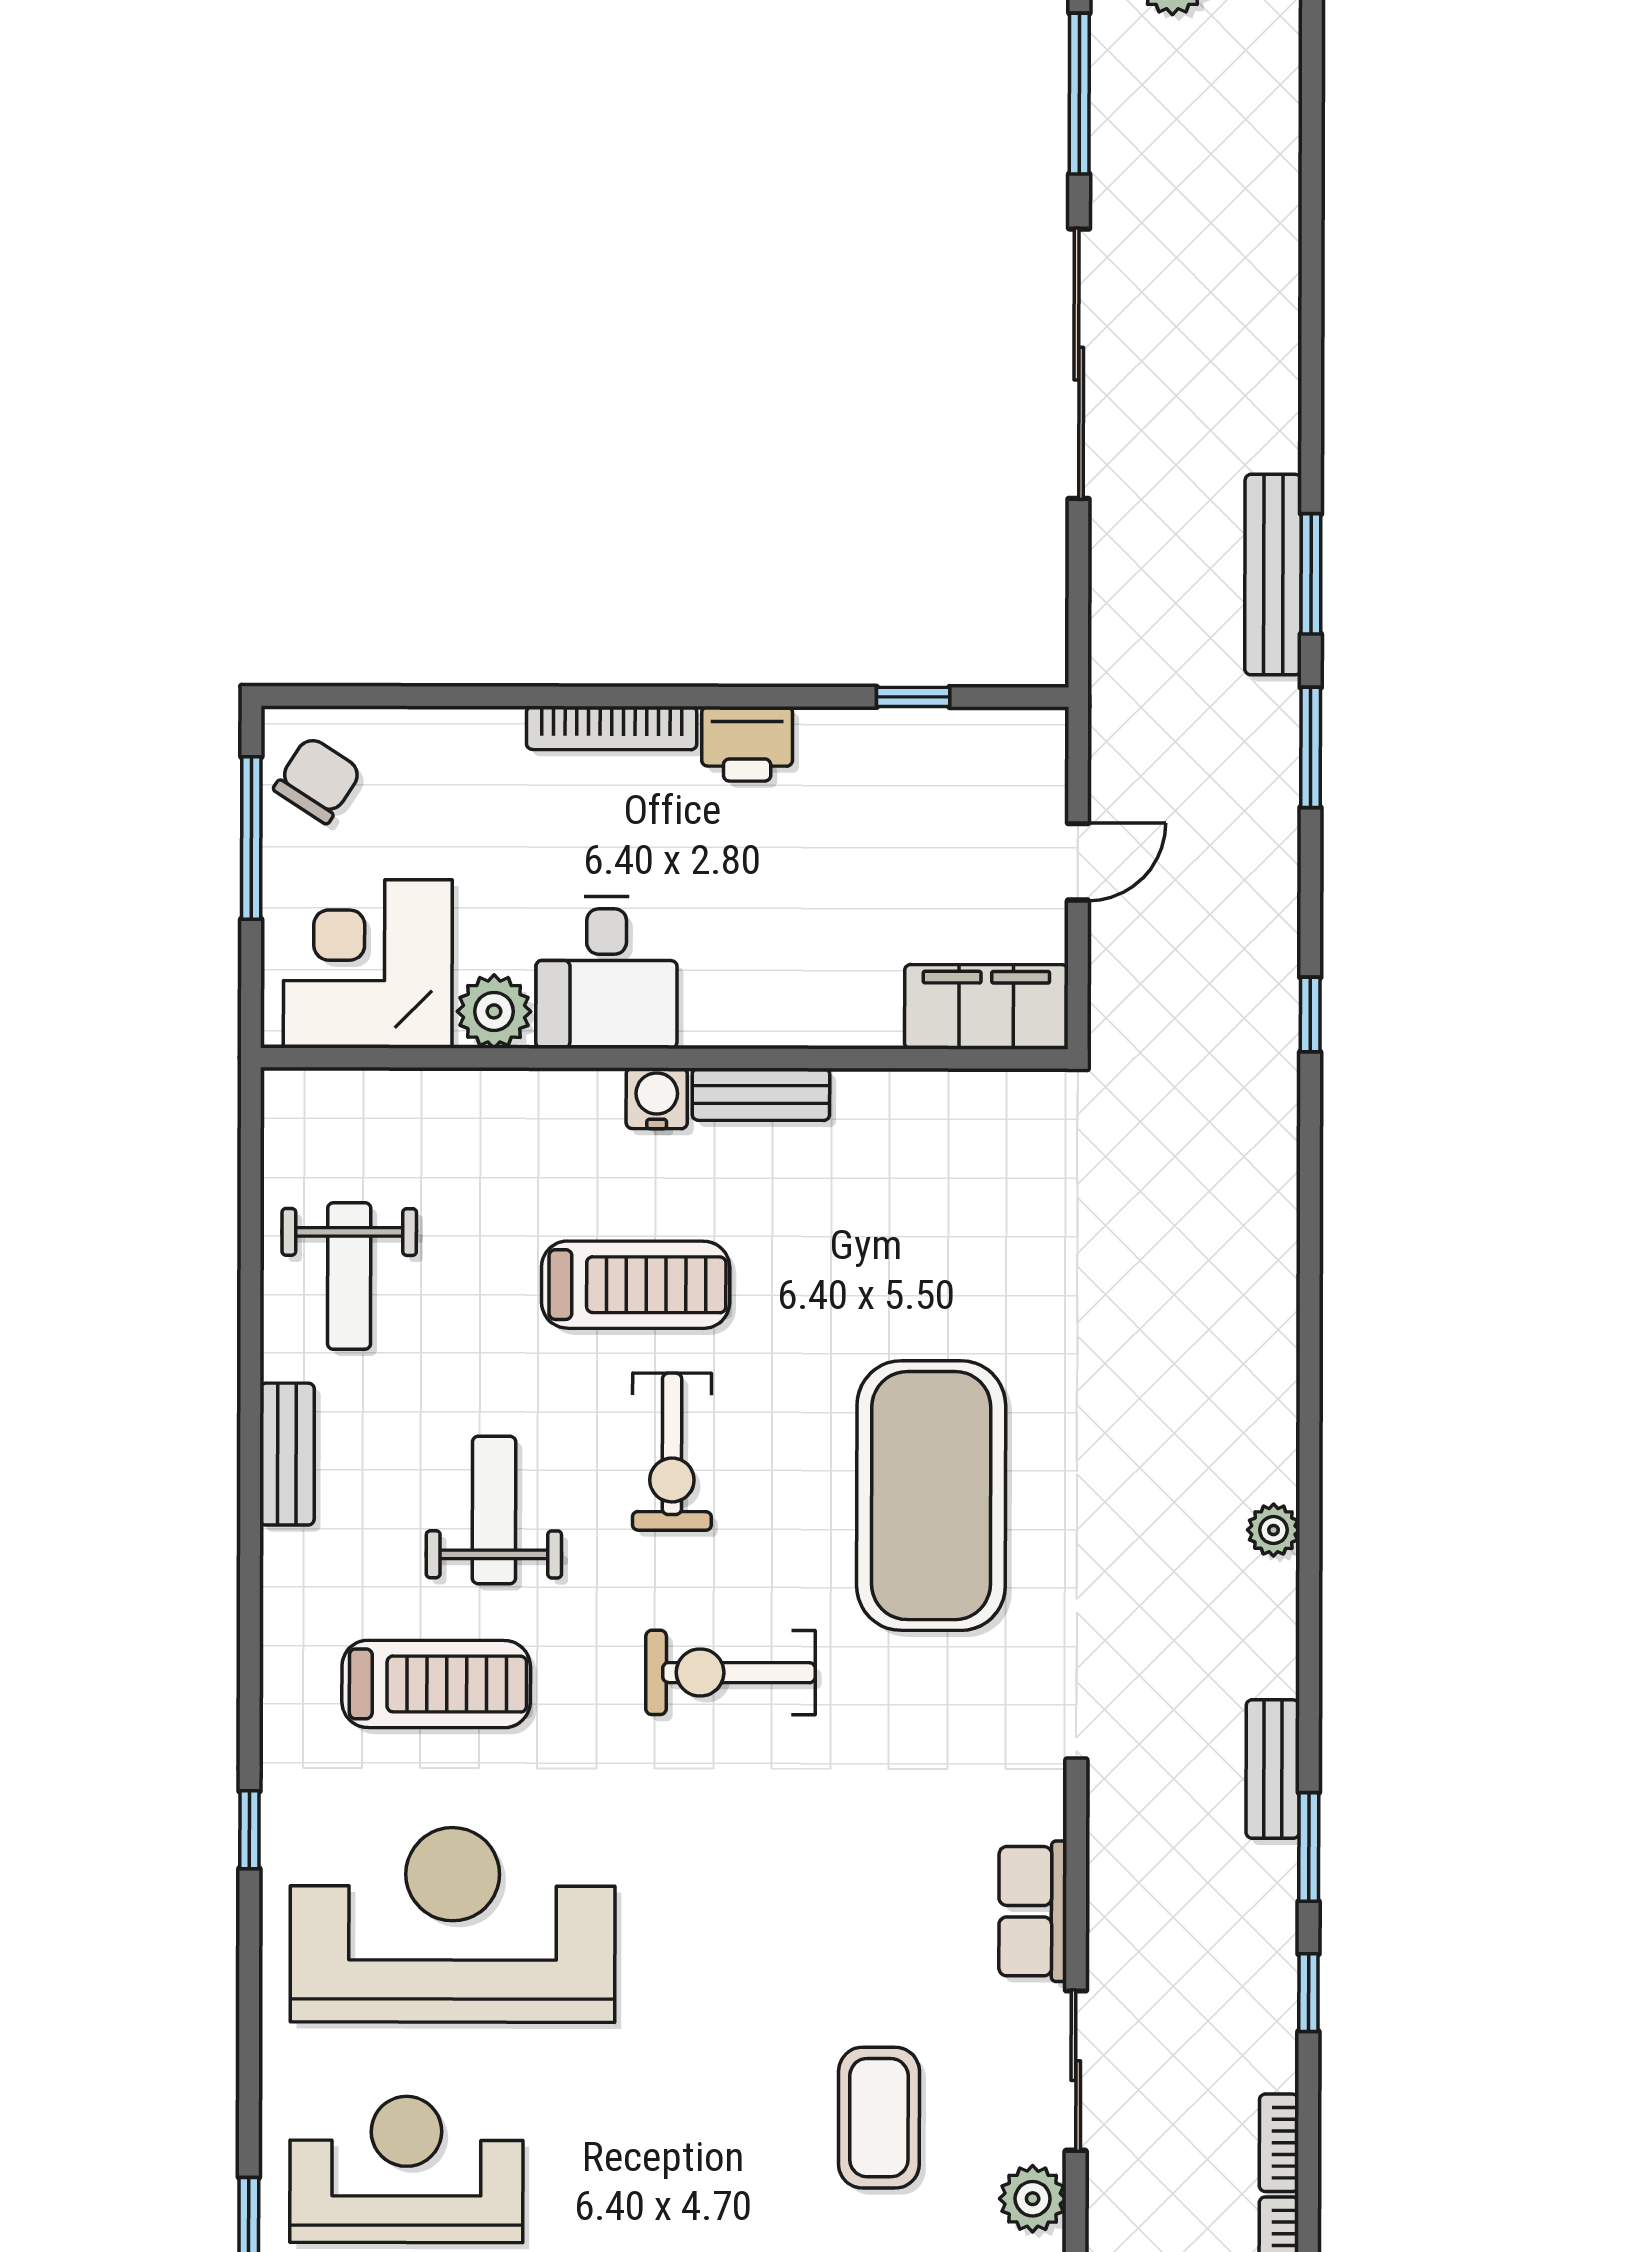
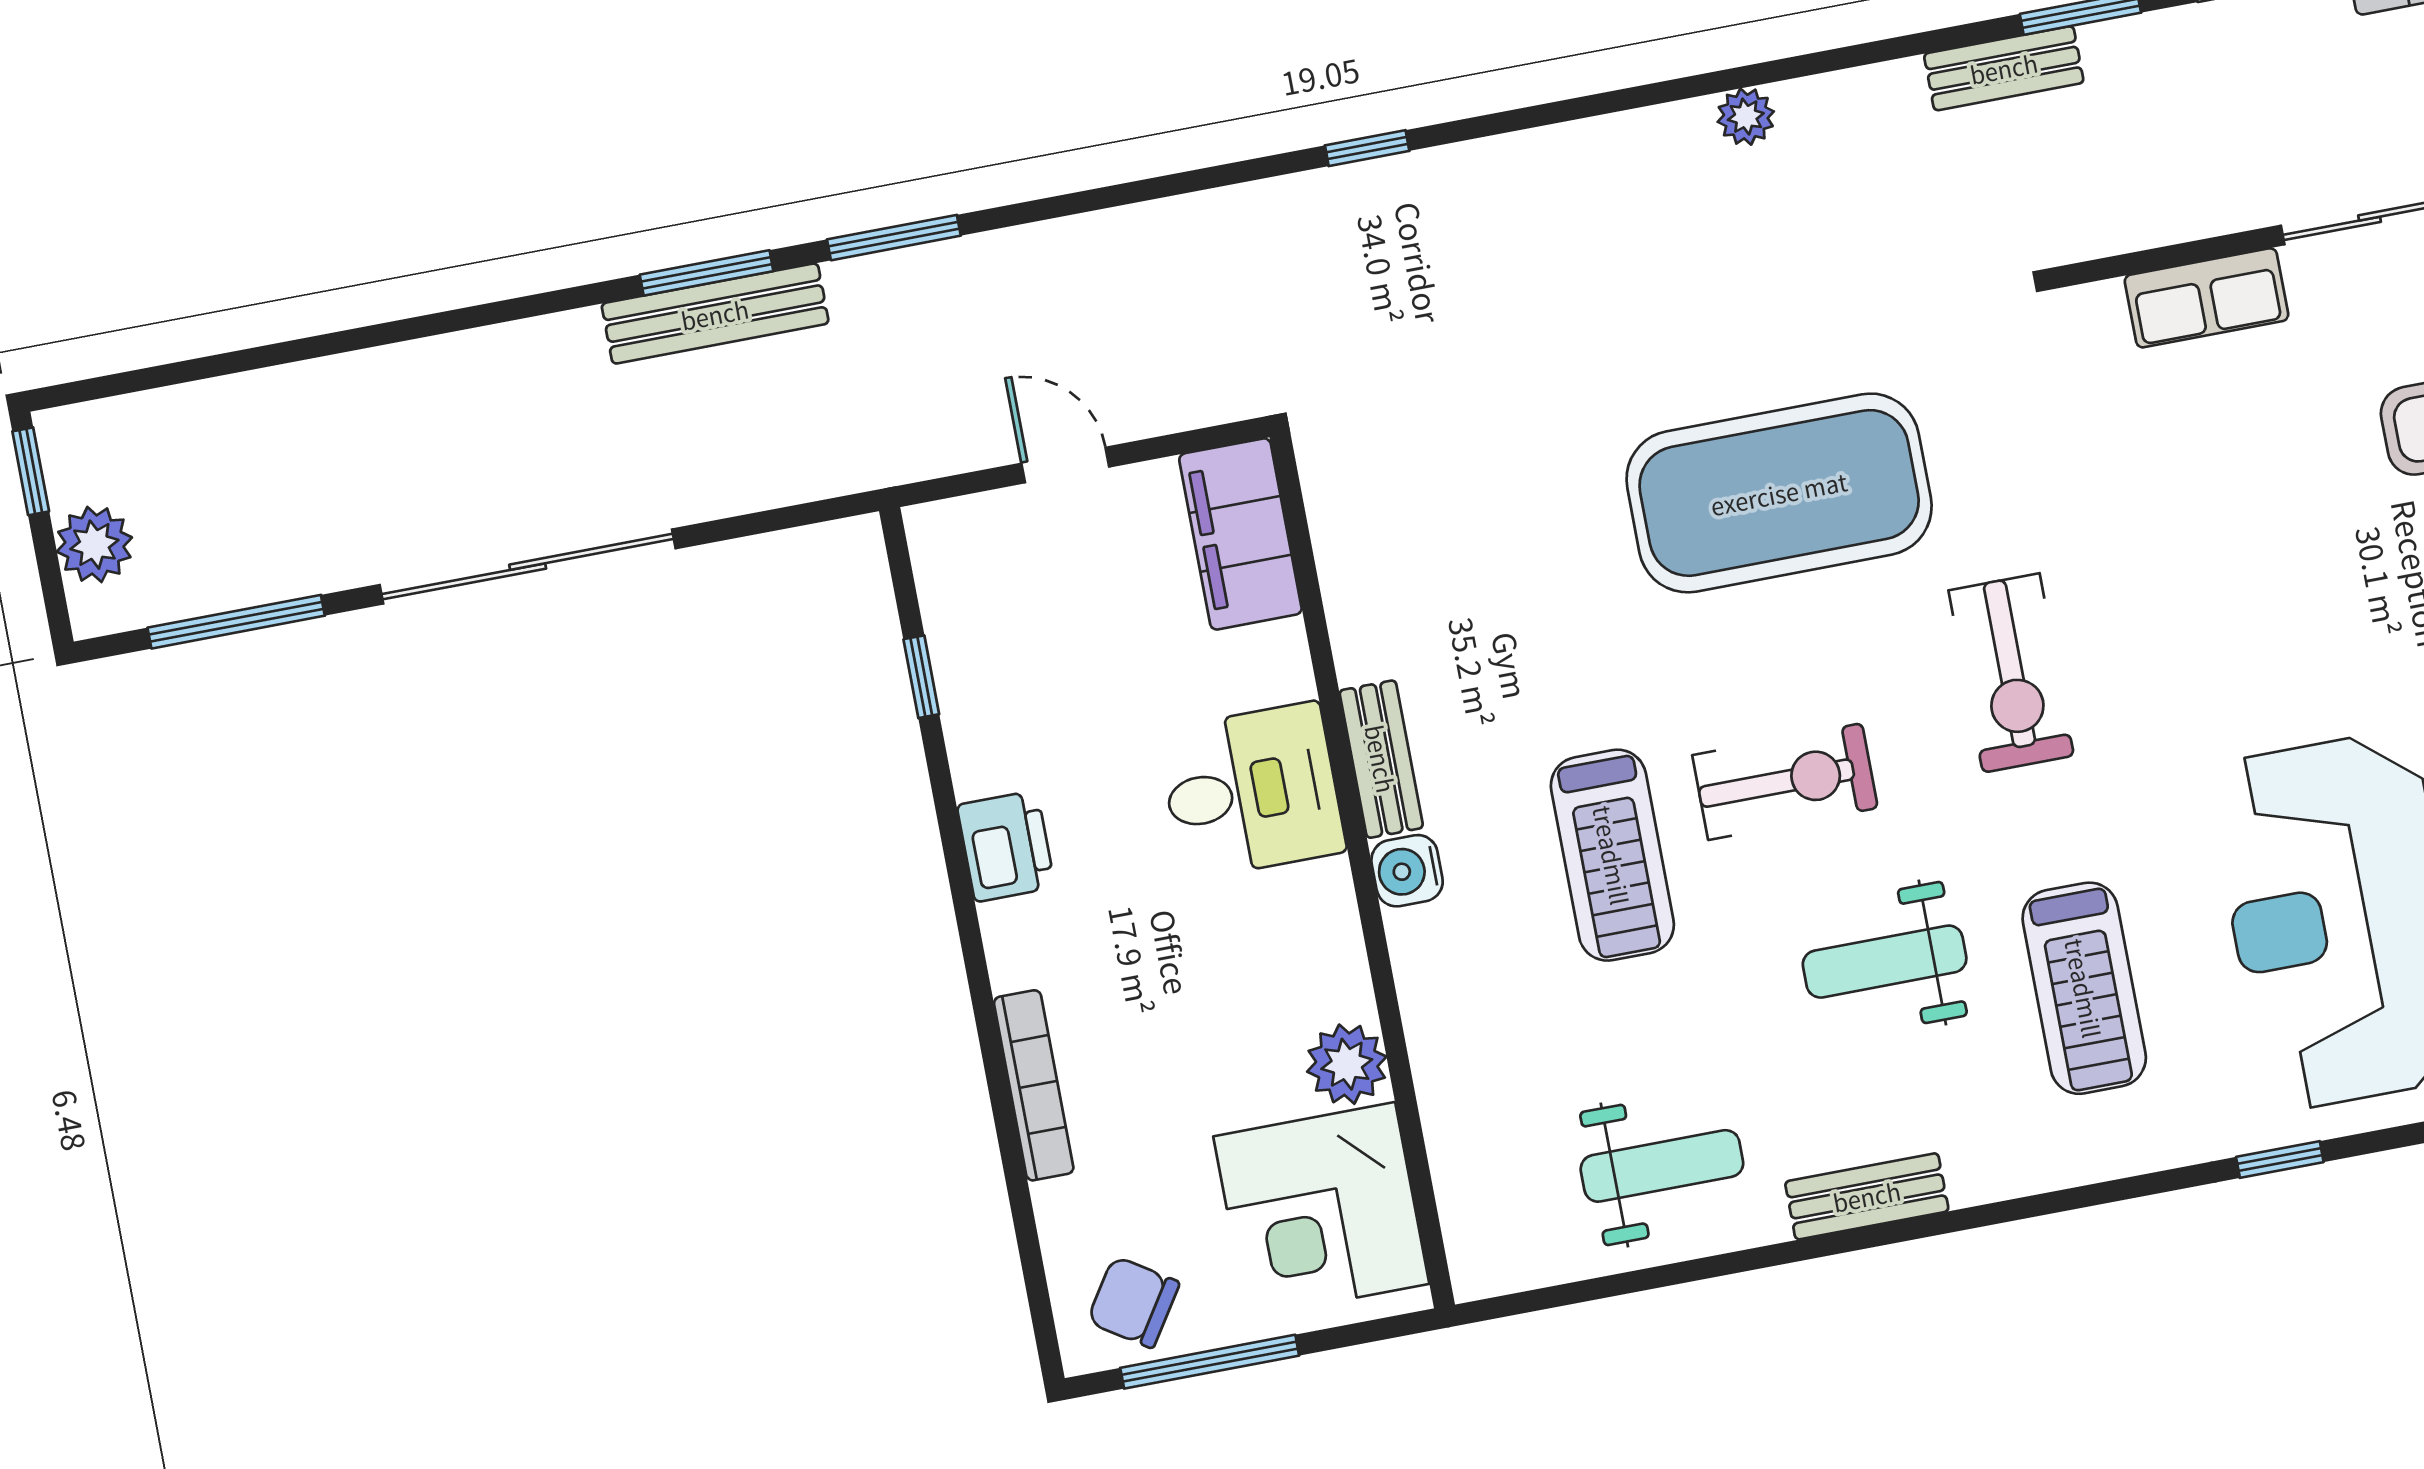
bookcase: (612, 728) -> (1034, 1085), moved
desk: (606, 973) -> (1251, 791), moved
window: (1310, 1015) -> (1367, 148), moved
treadmill: (636, 1285) -> (1612, 855), turned 180
treadmill: (436, 1684) -> (2084, 988), turned 180

